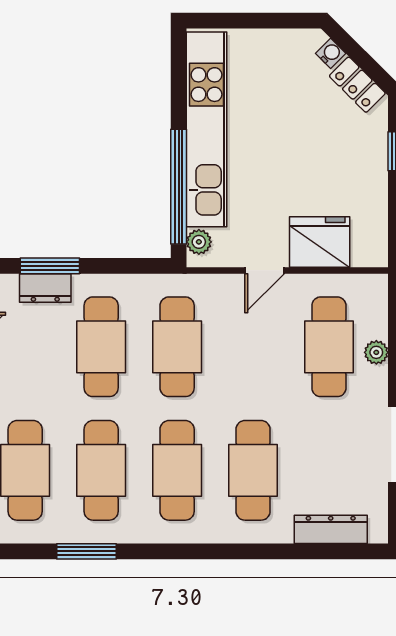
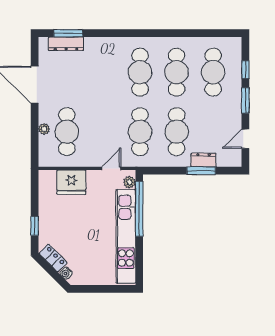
door: (265, 270) -> (111, 168), moved
cafe table: (253, 470) -> (103, 72), removed
window: (87, 551) -> (68, 33), moved

